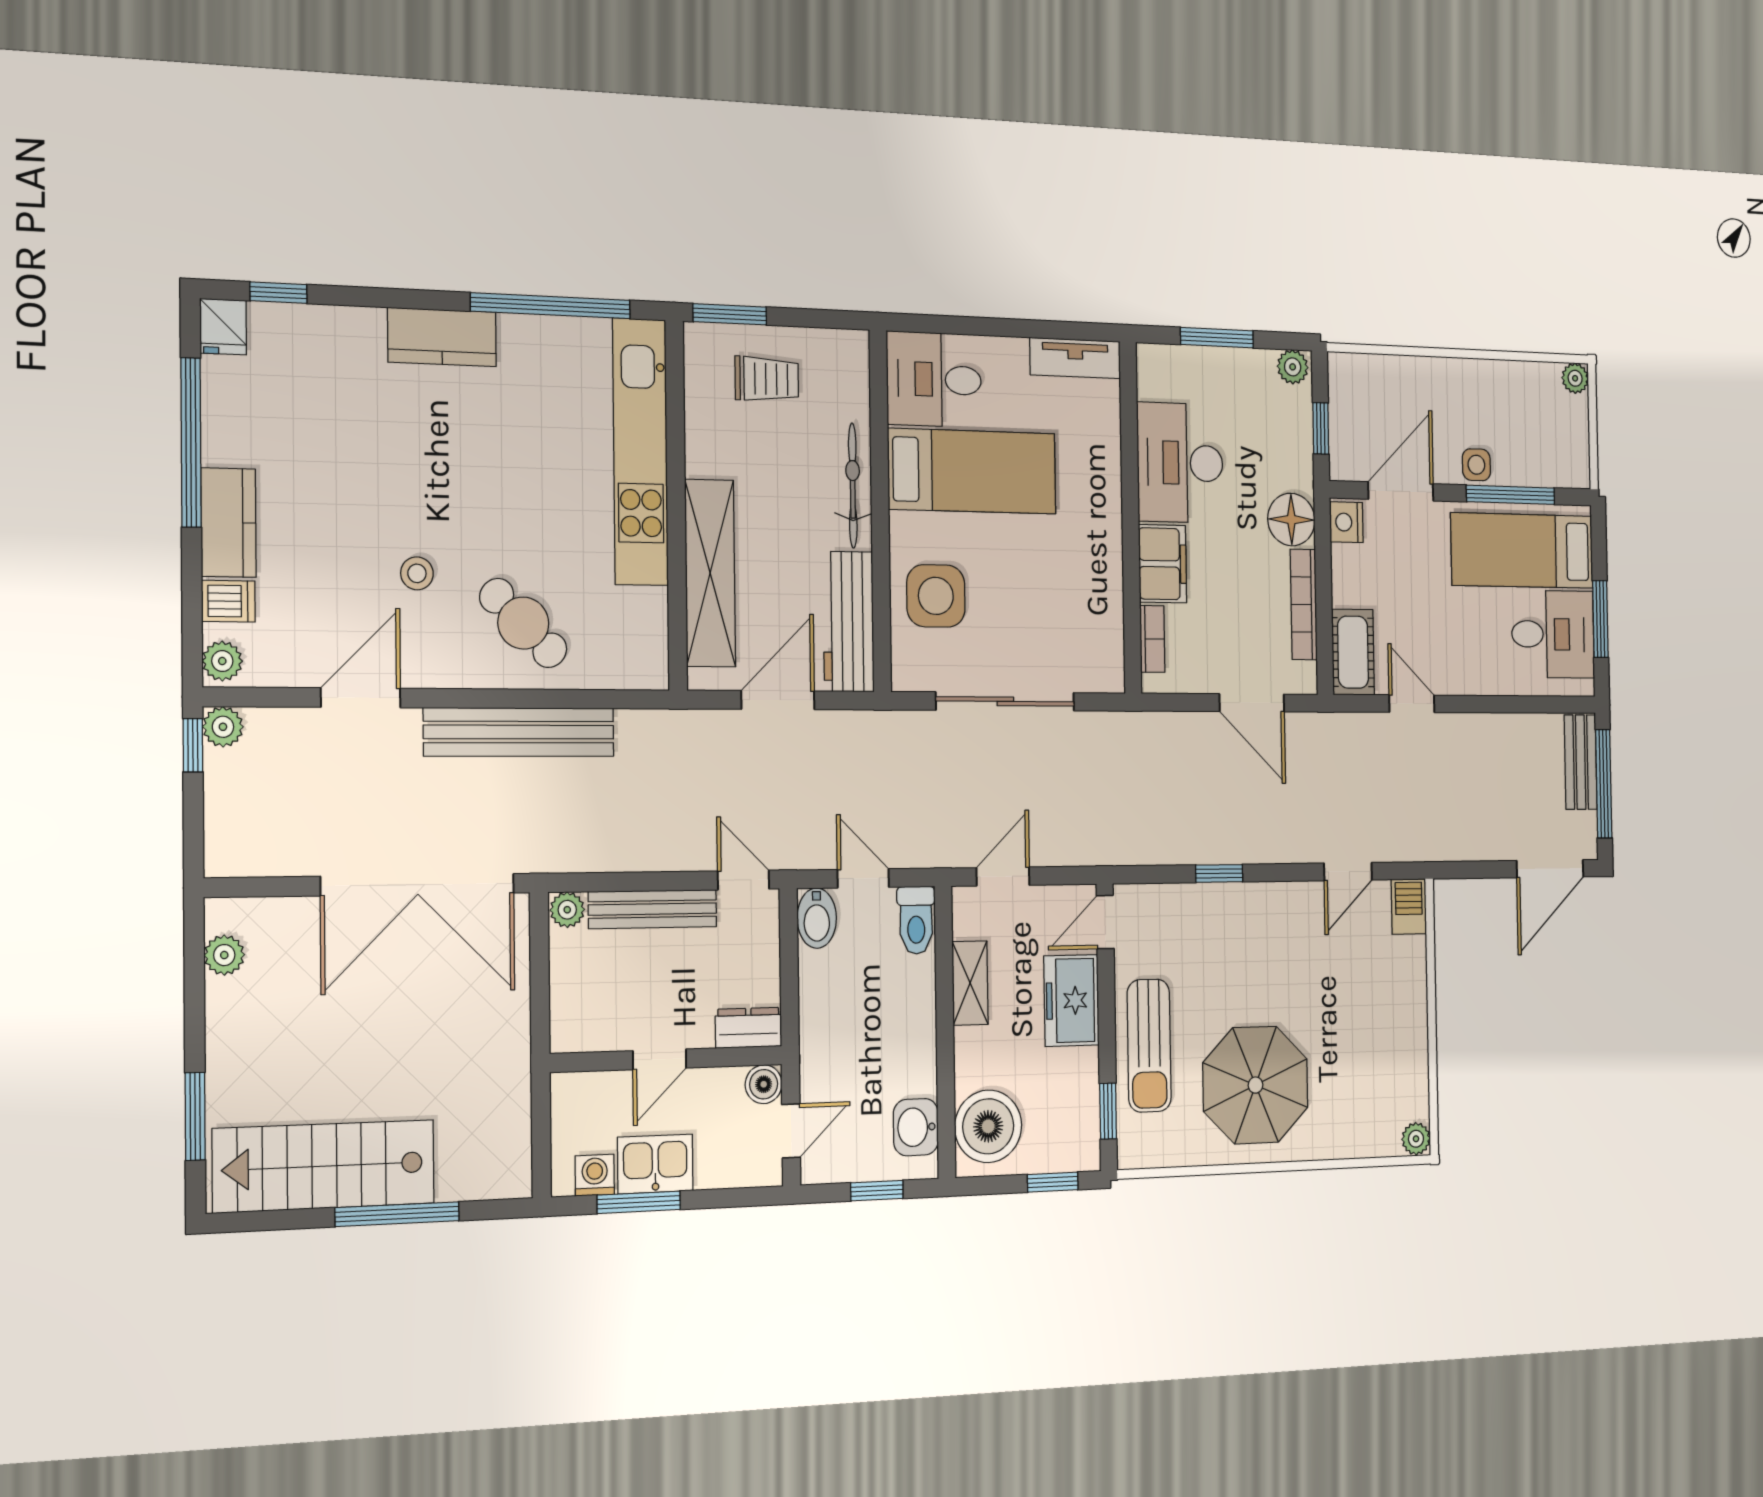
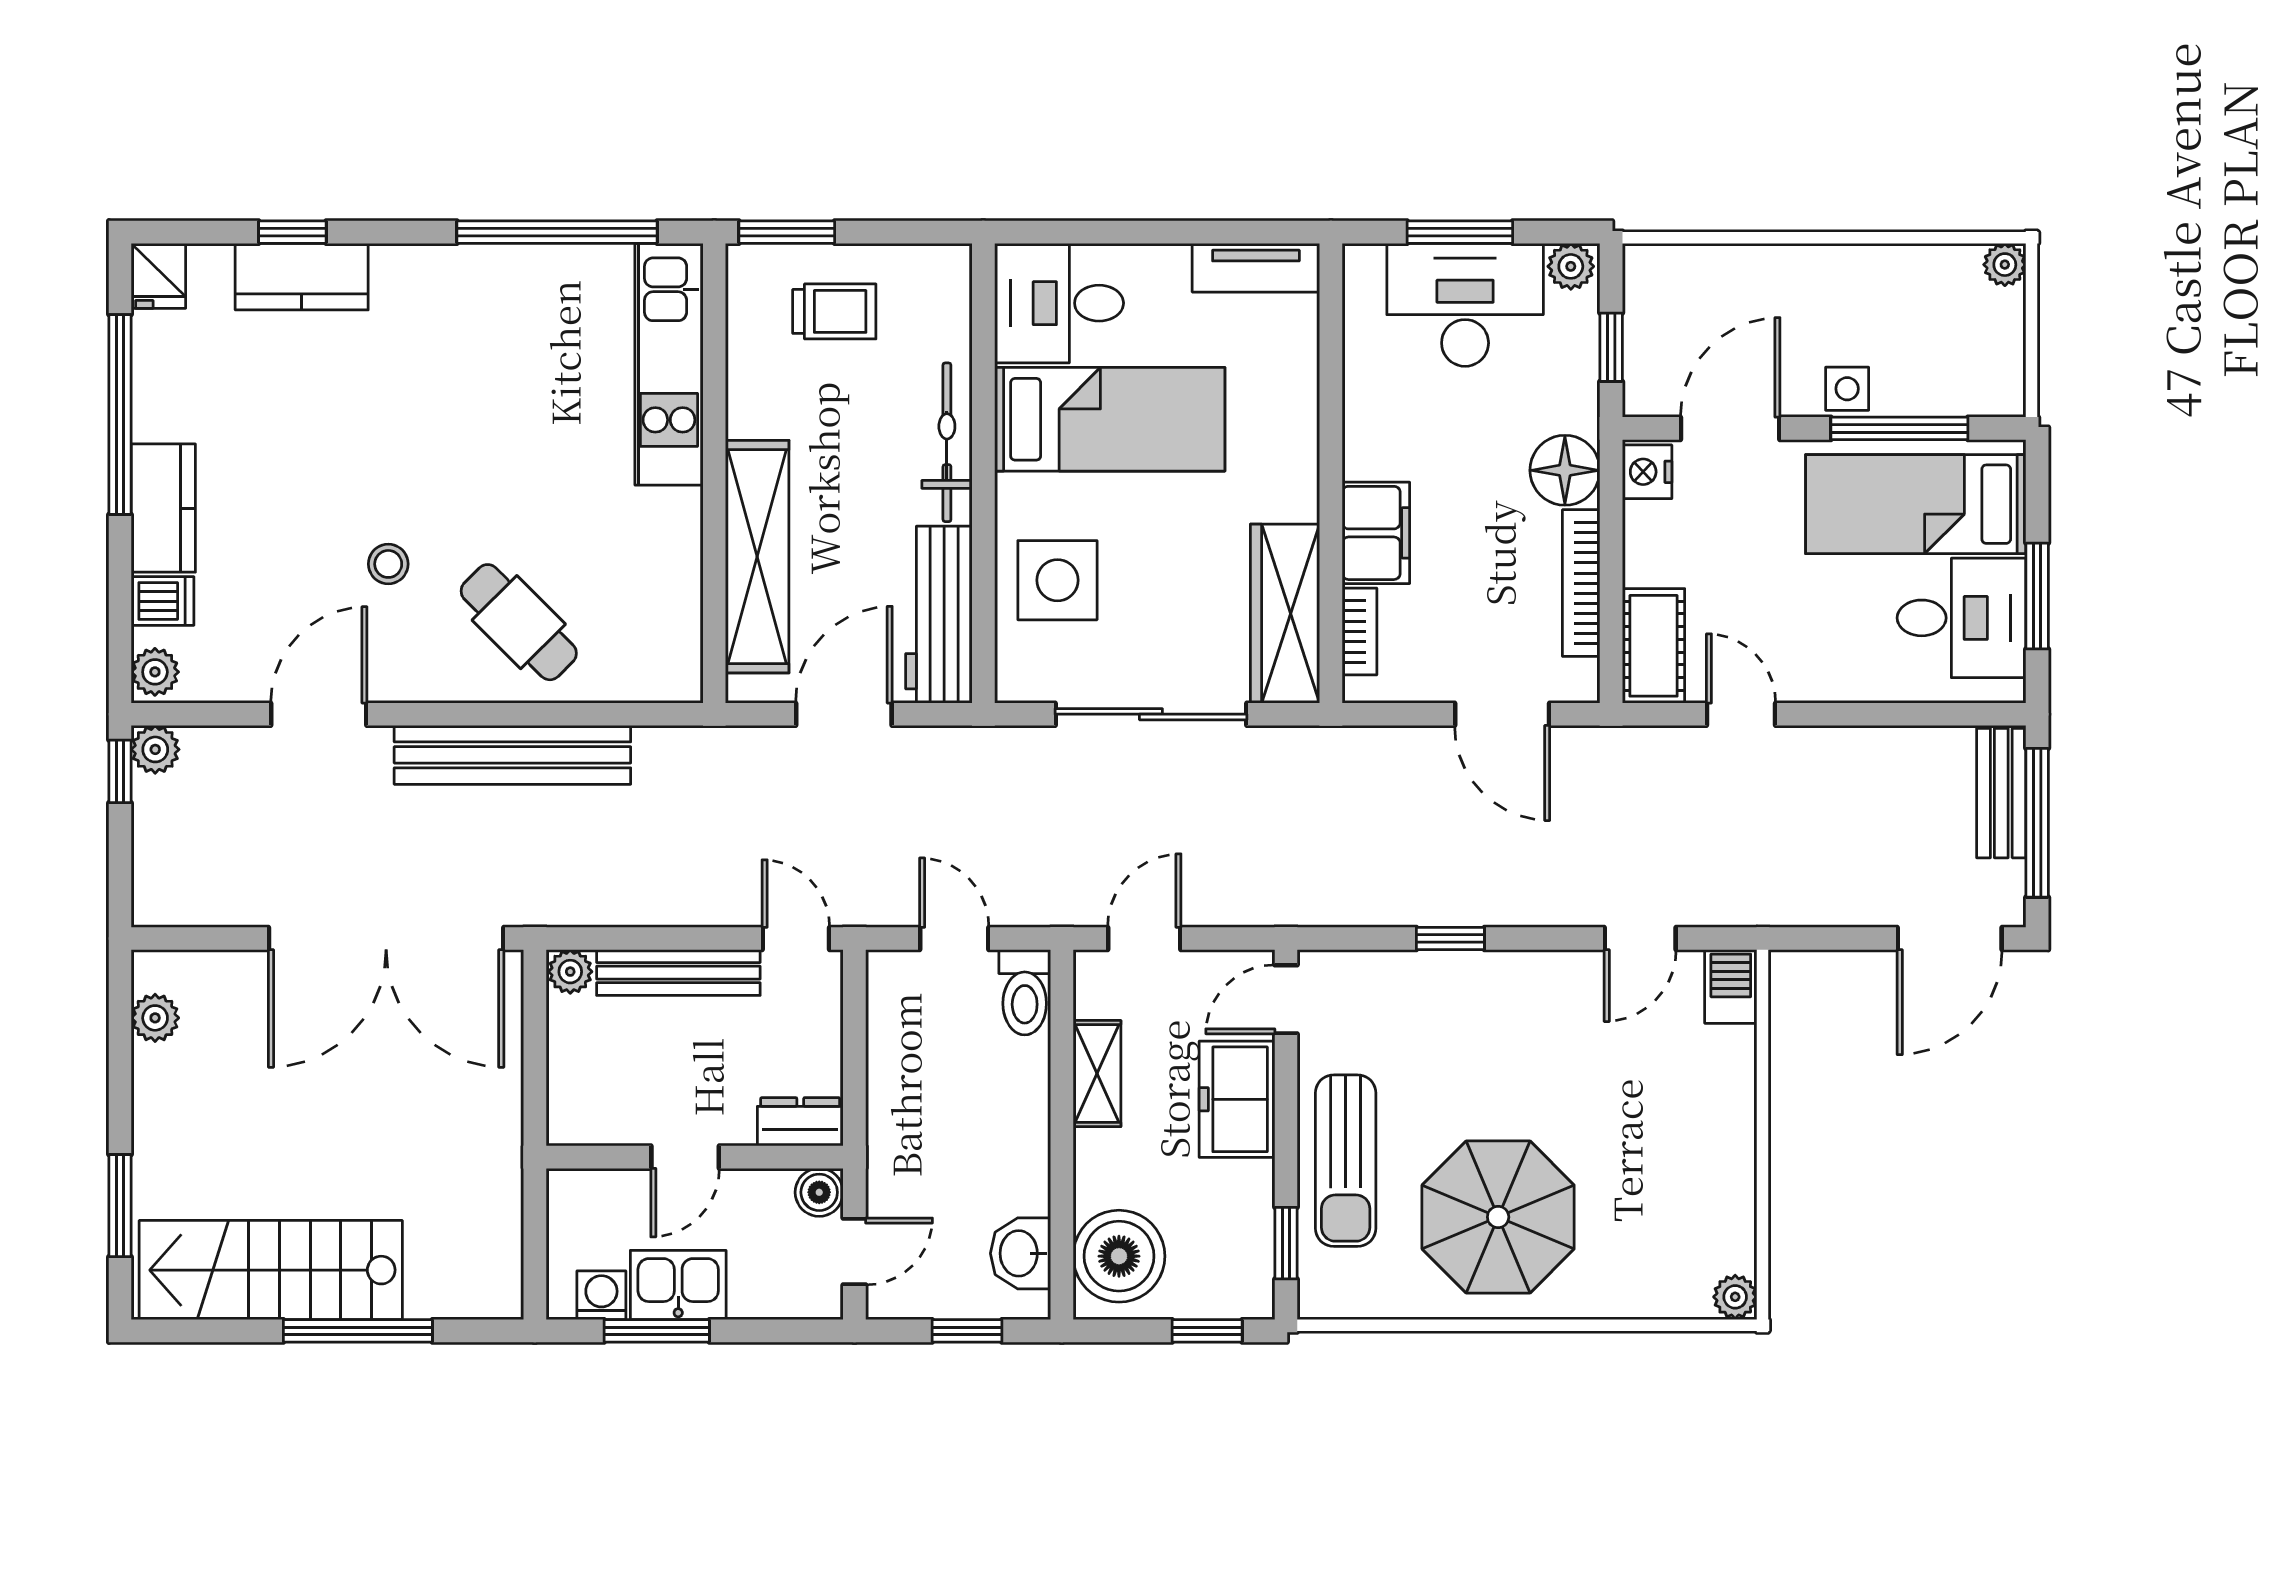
window: (278, 293) -> (292, 232), moved
kitchen counter: (442, 337) -> (302, 277), moved
kitchen unit: (640, 452) -> (669, 364), width x0.73
desk: (1180, 463) -> (1465, 305), moved, turned 90
wardrobe: (1100, 624) -> (1285, 614), added
bidet: (817, 918) -> (892, 987), removed

